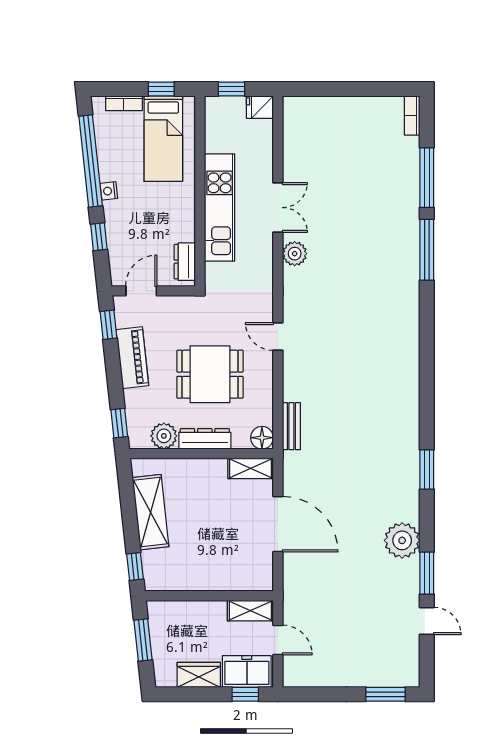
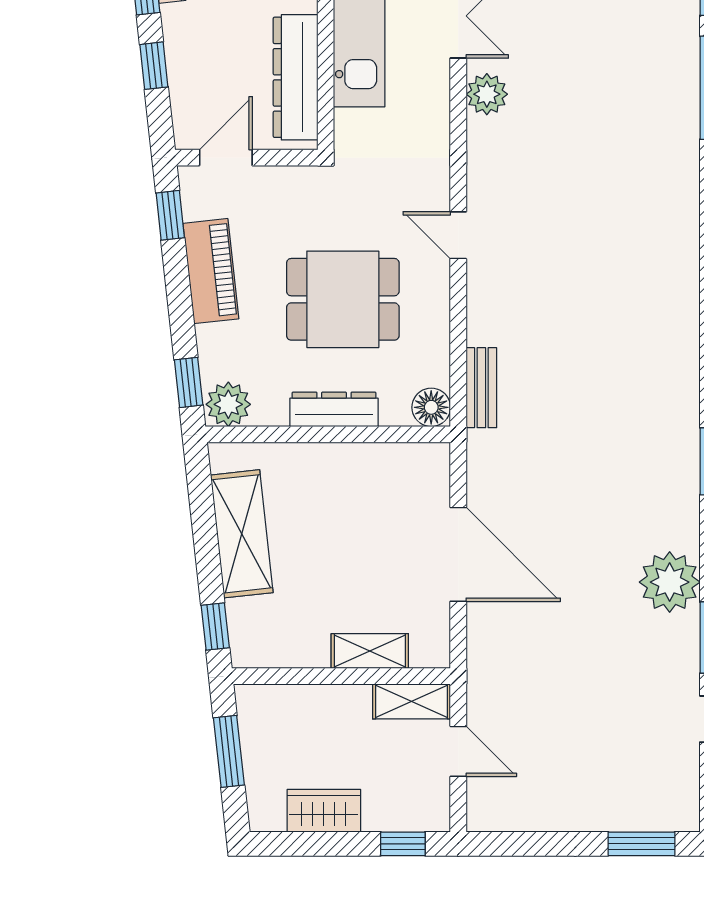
dresser: (185, 262) -> (296, 77), width x1.96, depth x1.24
plant: (164, 436) -> (228, 404), moved
shelving: (251, 468) -> (370, 651), moved
freezer: (247, 672) -> (405, 805), removed

